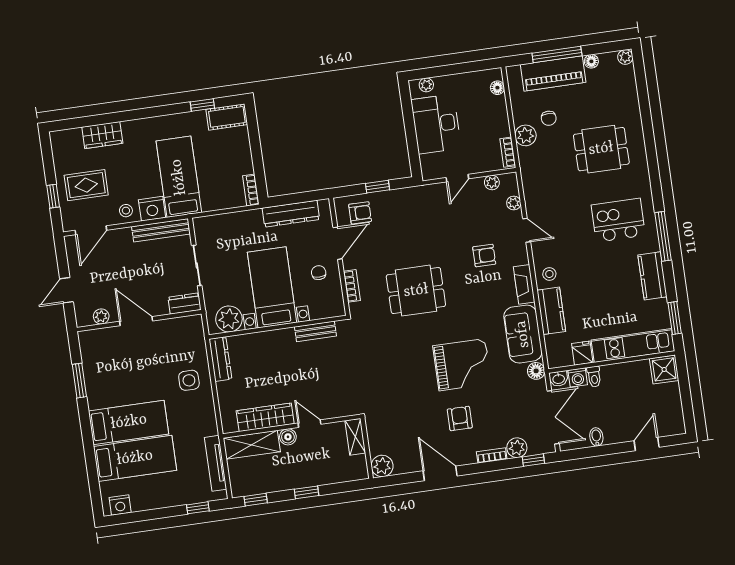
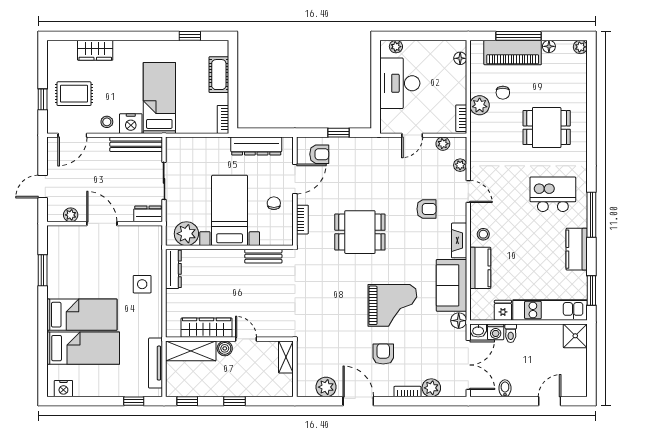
cot: (227, 117) -> (219, 75), moved, turned 90
window: (533, 460) -> (445, 401), removed
plant: (382, 466) -> (326, 387), moved

